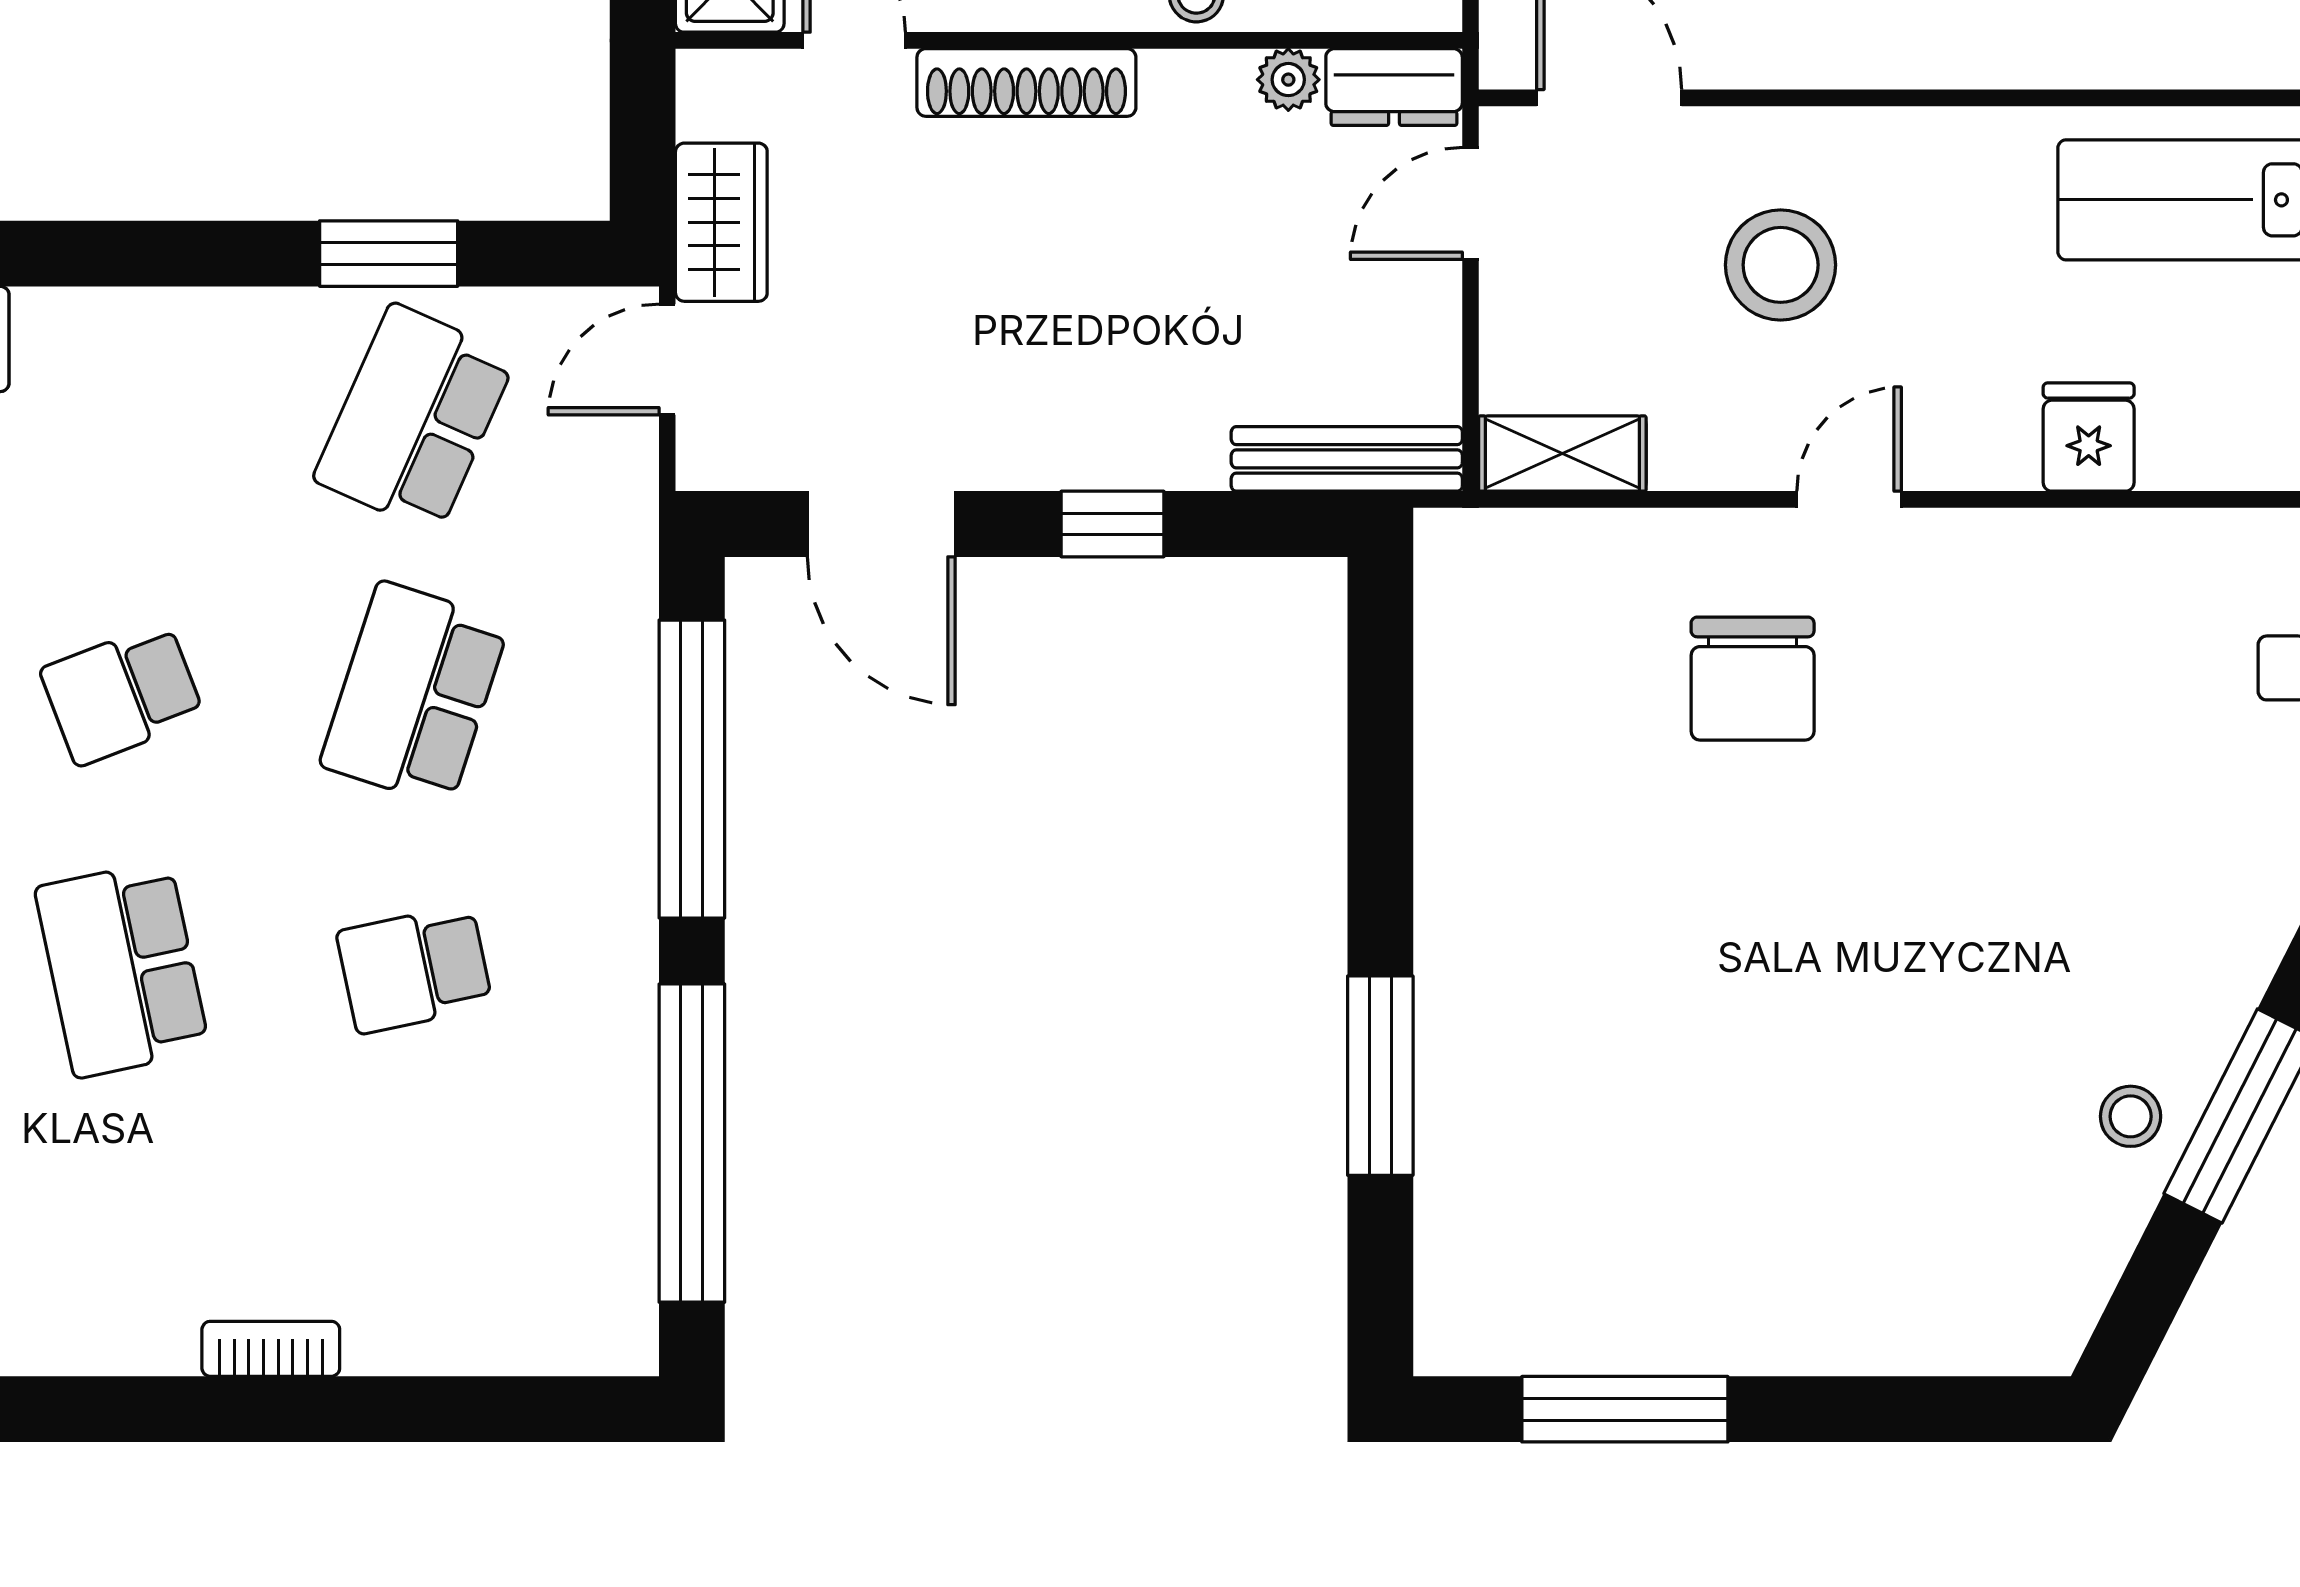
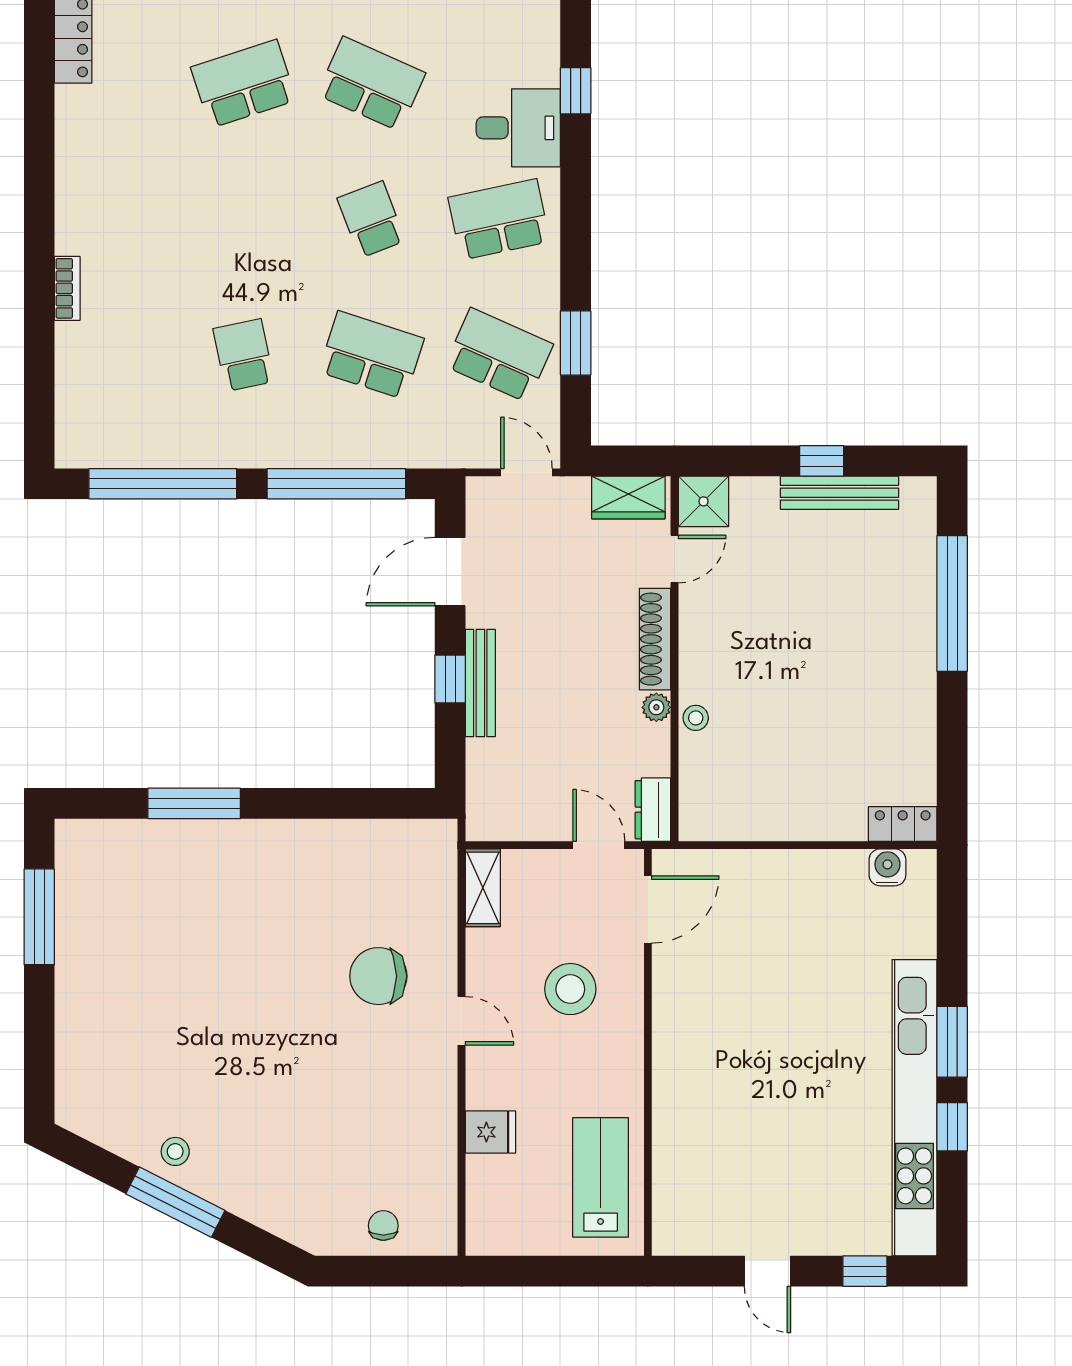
plant: (1288, 80) -> (656, 707), moved
wardrobe: (721, 222) -> (628, 497), moved
bench: (1347, 459) -> (480, 683), moved
school desk: (122, 969) -> (499, 219), moved

